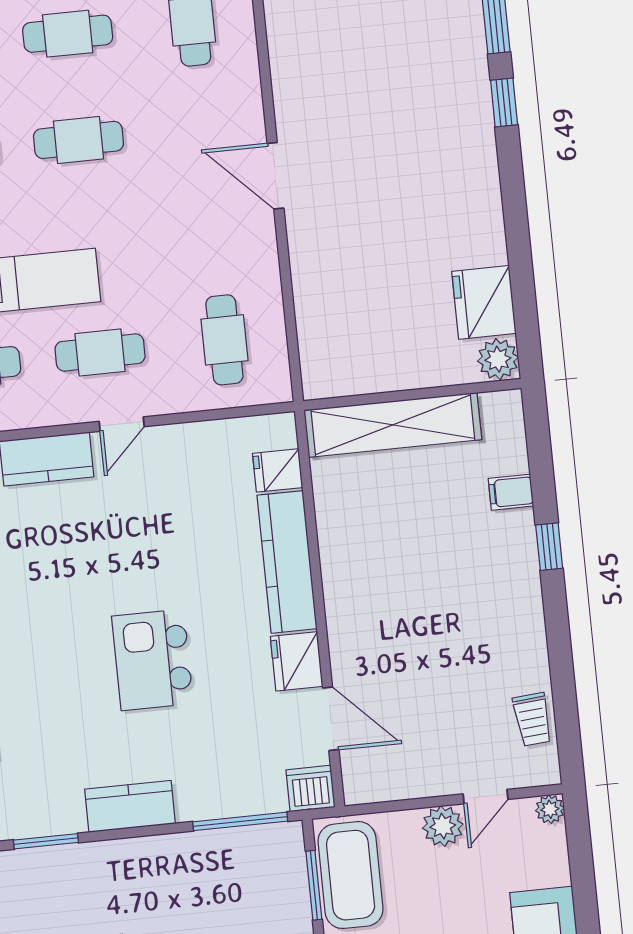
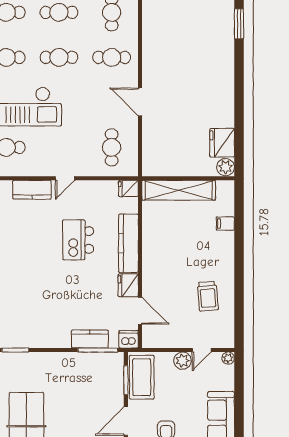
window: (504, 102) -> (239, 60), removed
door: (276, 176) -> (140, 102), moved
cafe table: (100, 353) -> (112, 57), moved
fridge: (278, 470) -> (128, 188), moved
window: (549, 547) -> (239, 248), removed
kitchen island: (152, 660) -> (78, 240), moved
trolley: (532, 719) -> (208, 296), moved, width x1.36, depth x1.39
kitchen counter: (130, 806) -> (90, 339), moved

